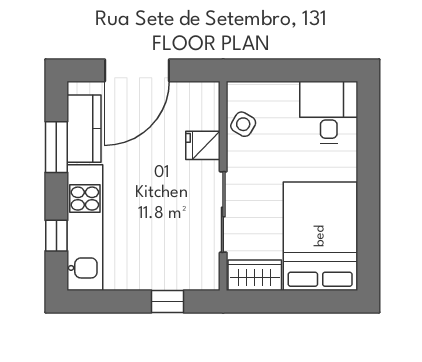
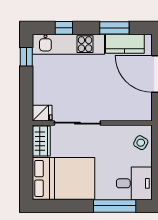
side table: (243, 124) -> (141, 143), moved
fridge: (203, 145) -> (42, 113), moved, turned 90
window: (368, 147) -> (115, 206), added
window: (167, 301) -> (26, 57), moved

